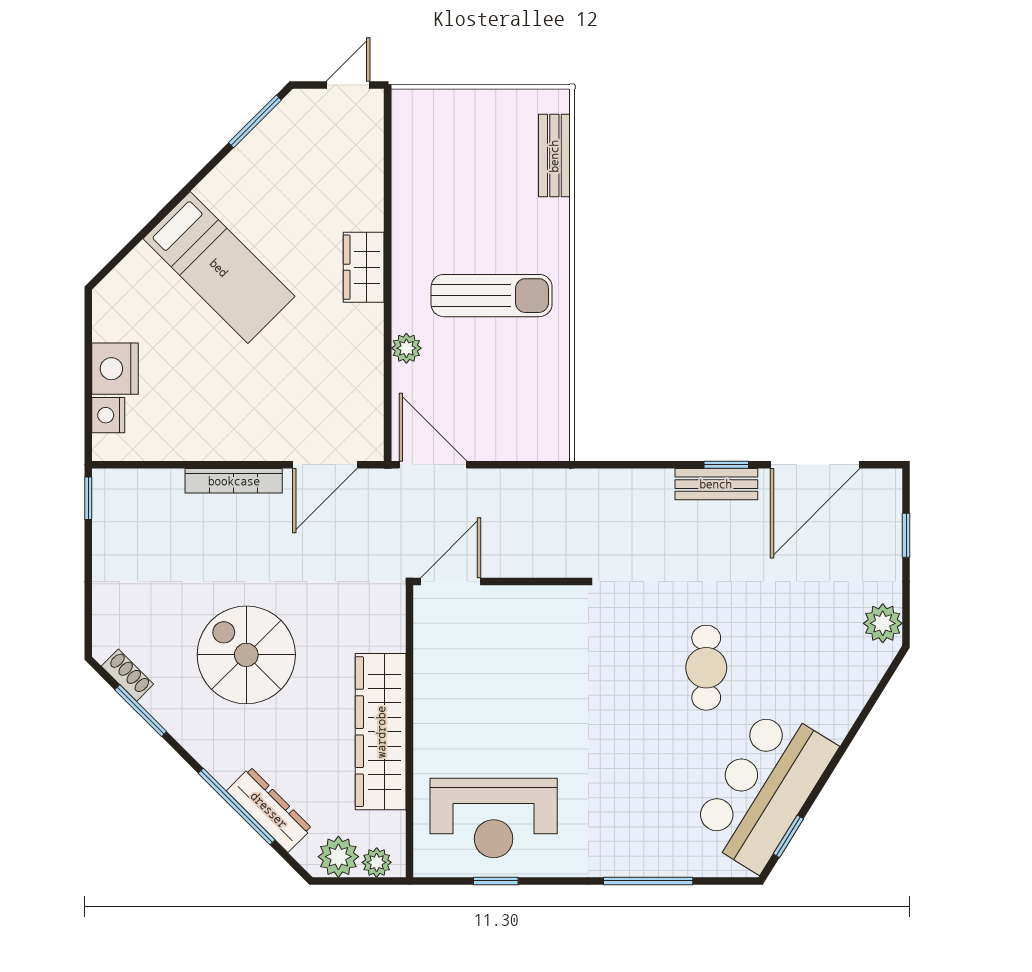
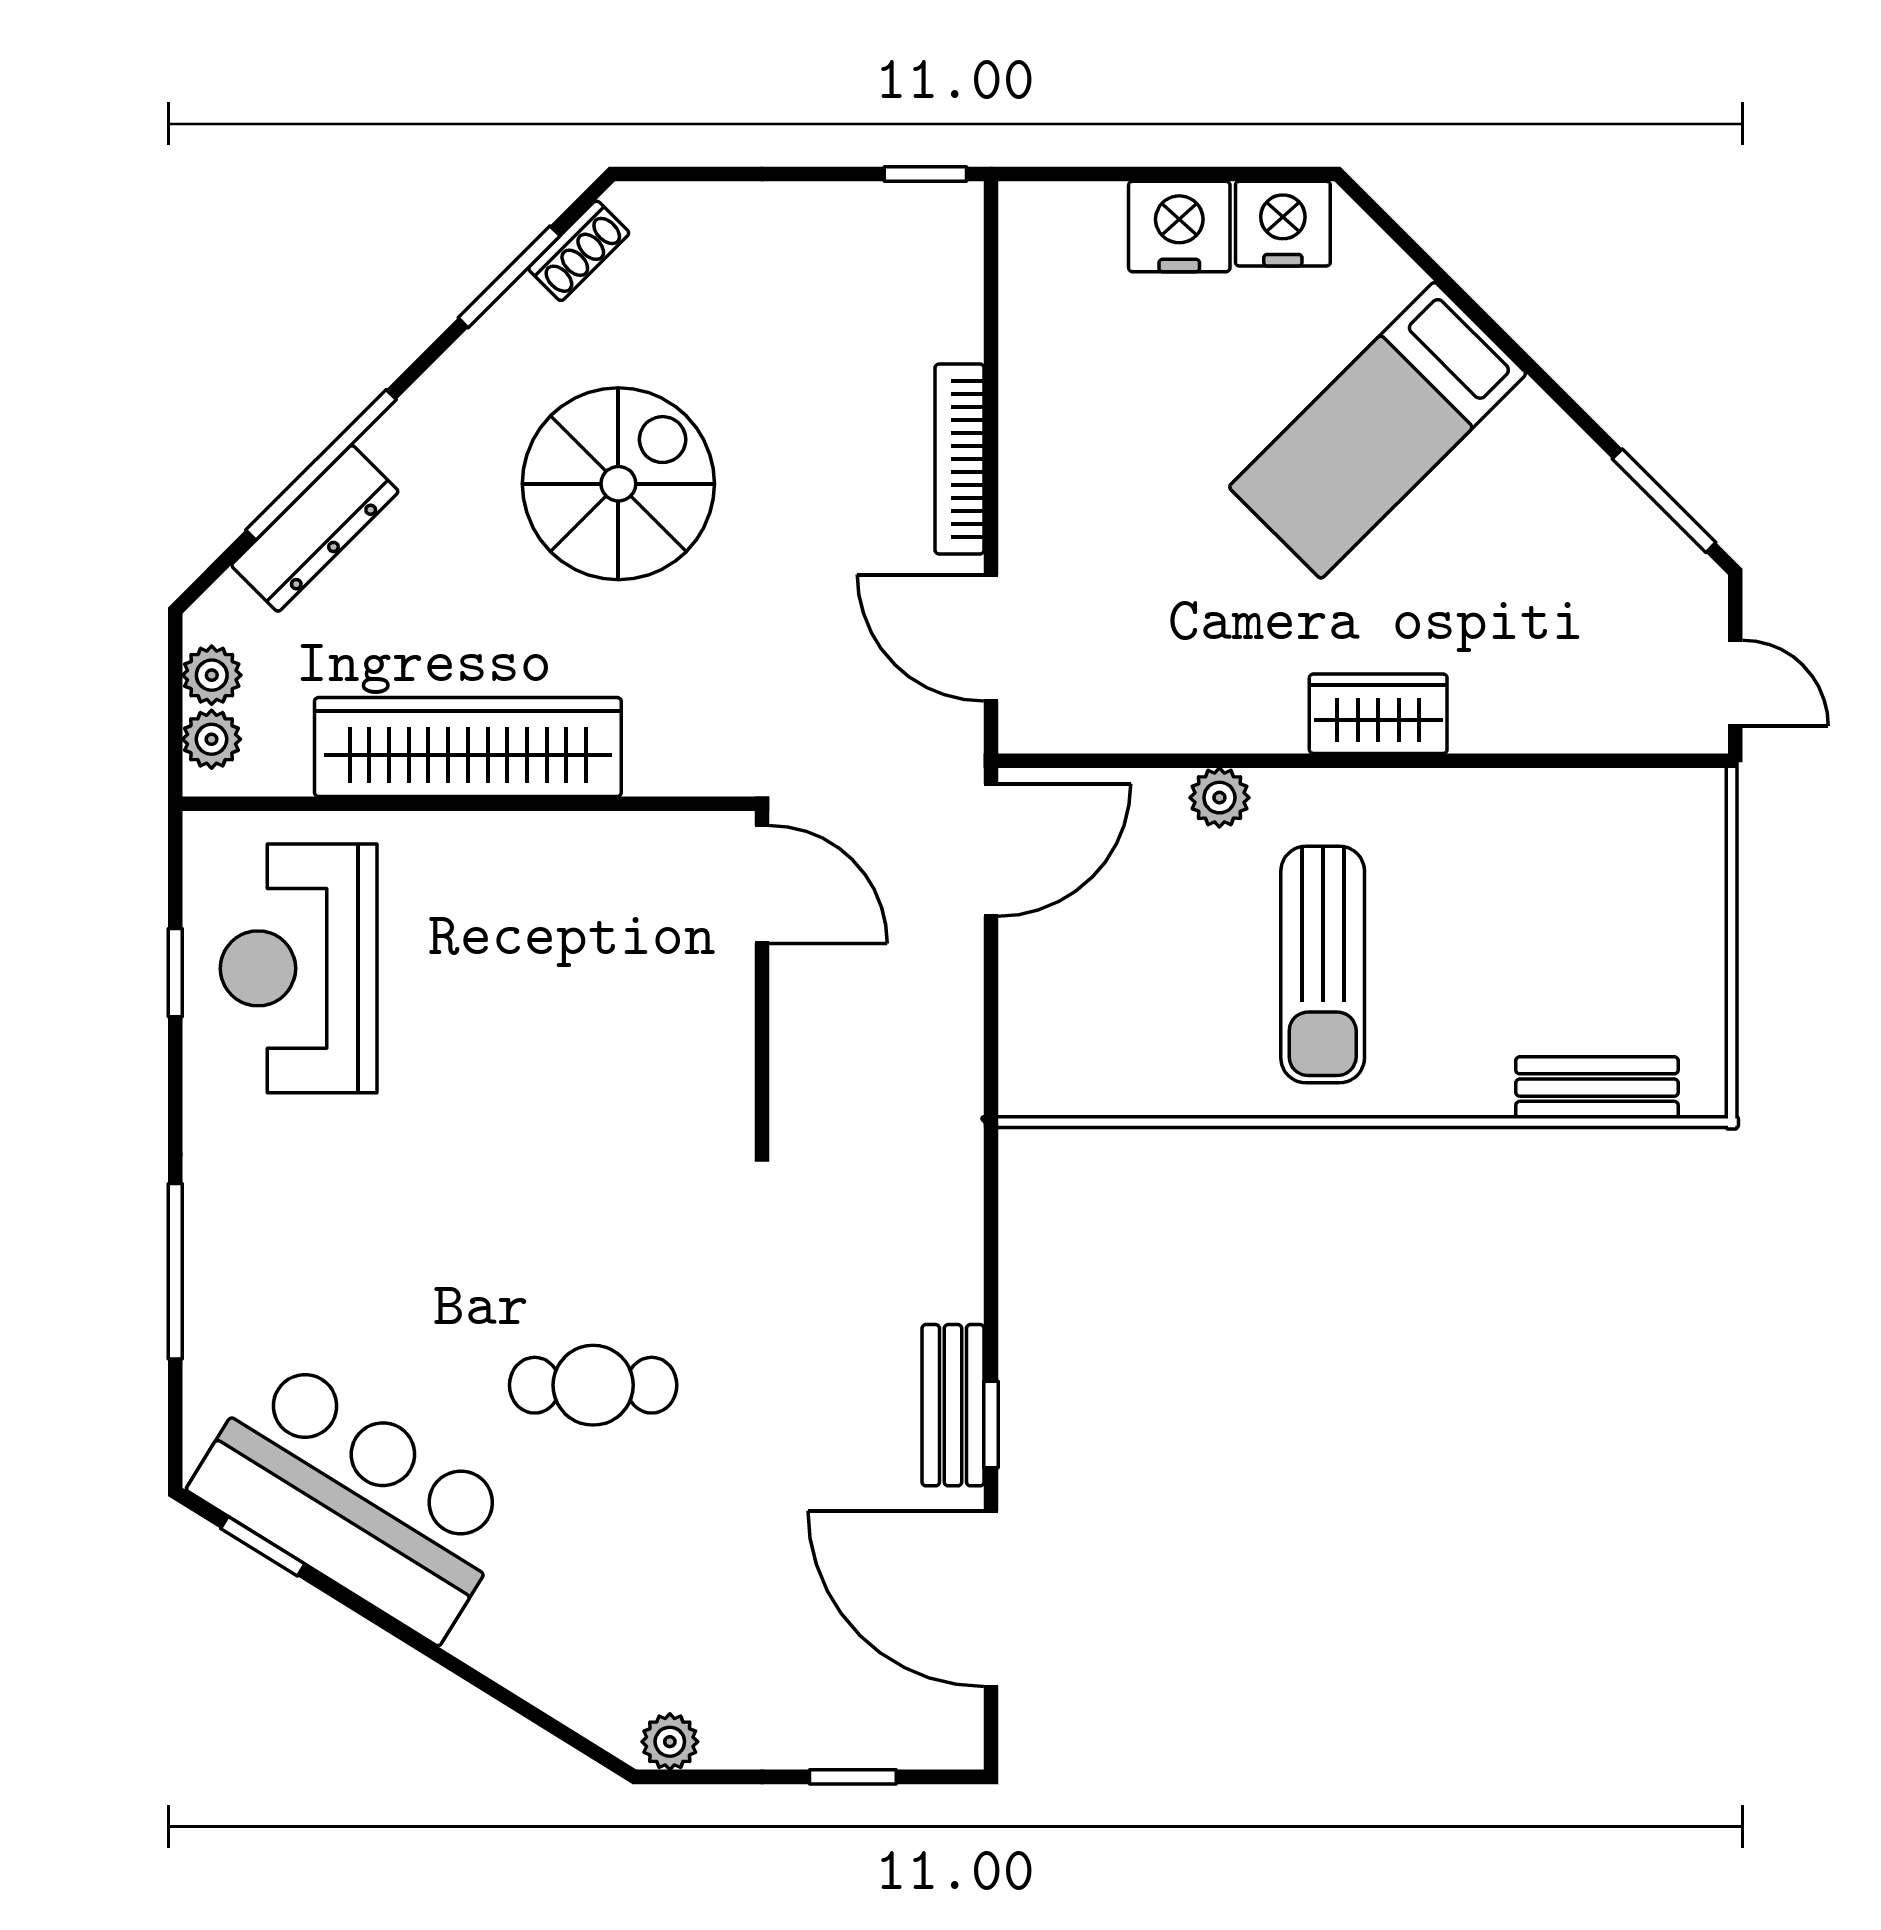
nightstand: (108, 415) -> (1283, 224), moved, width x1.36, depth x1.33
plant: (883, 623) -> (670, 1742), width x0.73, depth x0.73
plant: (338, 857) -> (212, 675), width x0.73, depth x0.73

